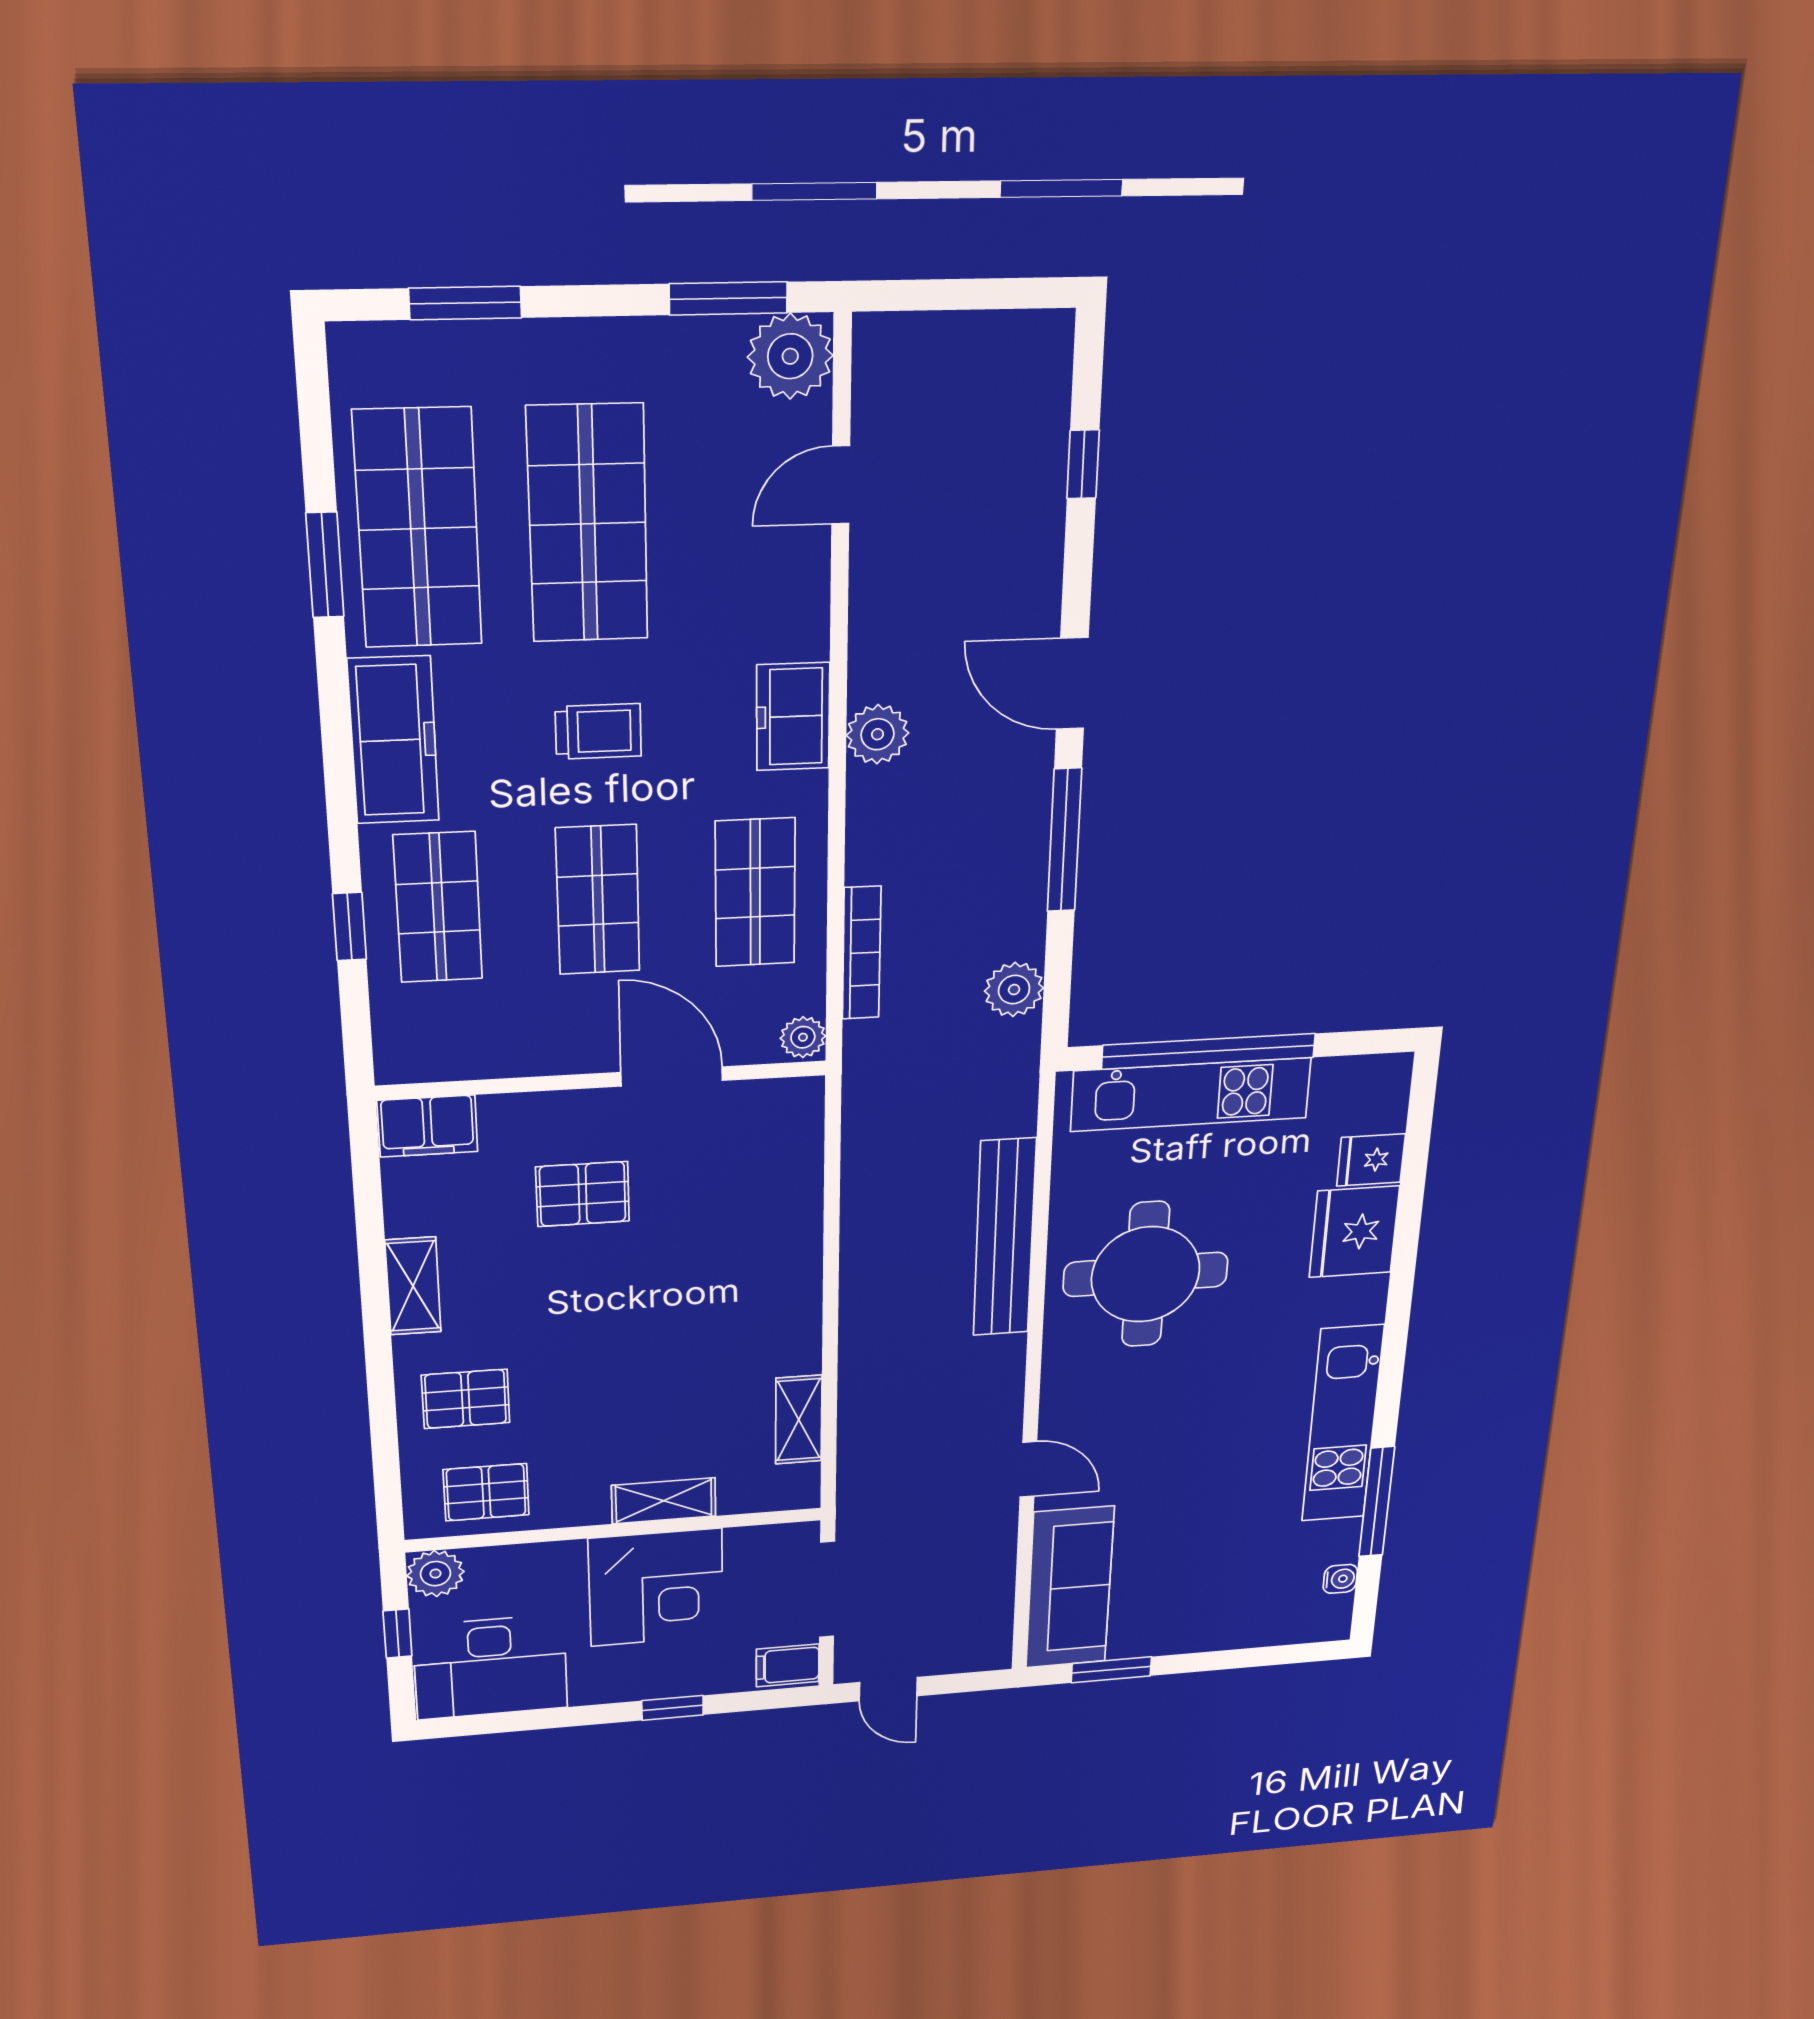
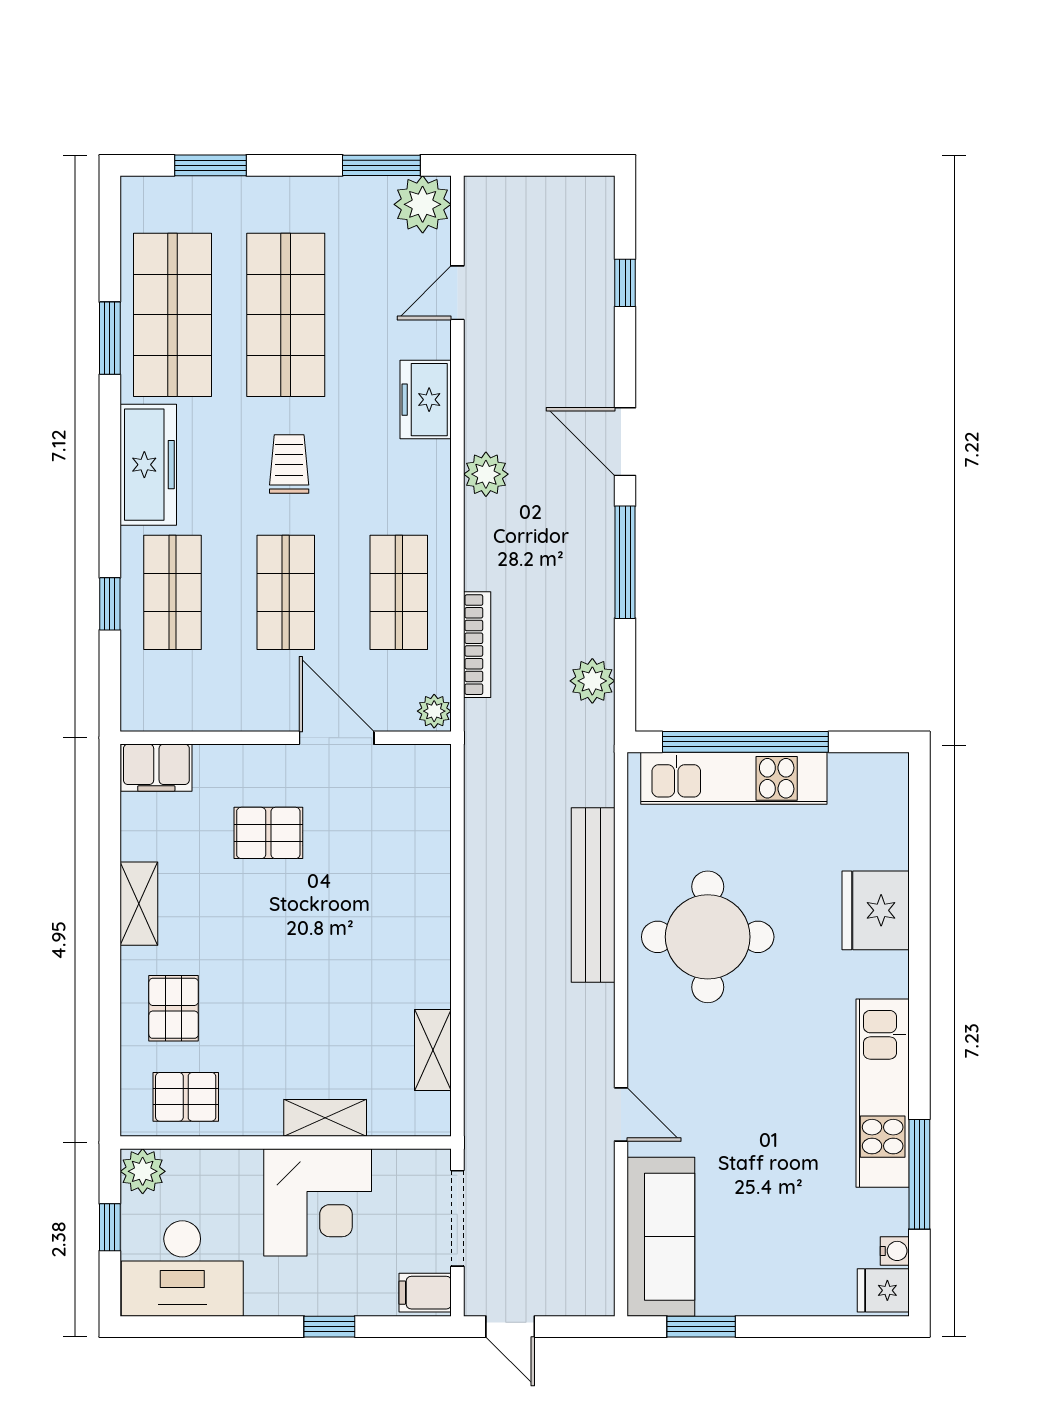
freezer: (793, 717) -> (426, 400), moved
trolley: (598, 731) -> (289, 464), turned -90
fridge: (1371, 1160) -> (883, 1290), moved
pallet: (466, 1399) -> (174, 1008), turned 90

